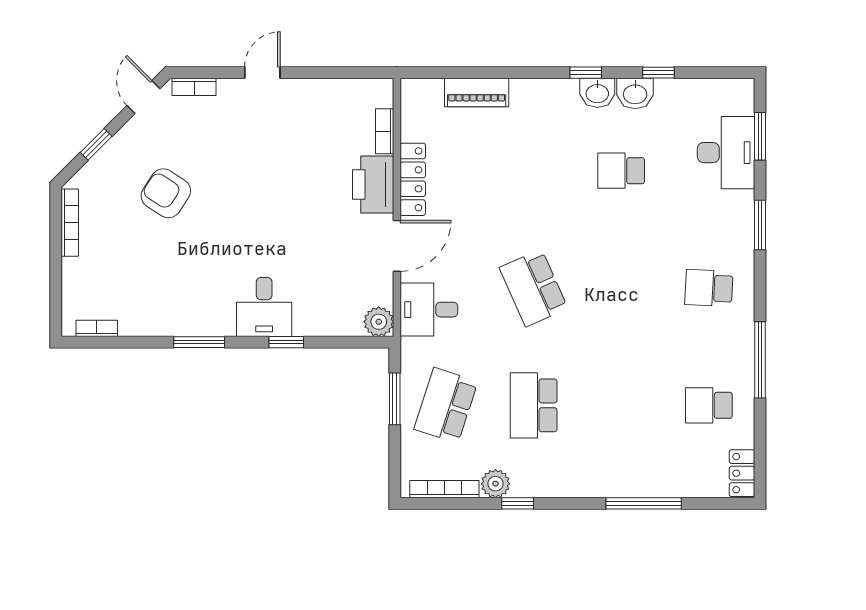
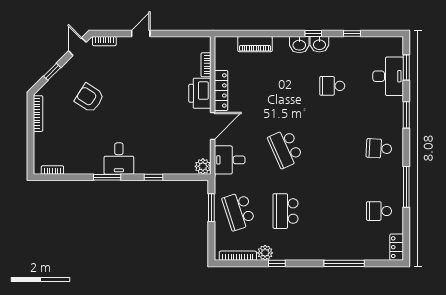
washbasin: (635, 93) -> (299, 45), moved
desk: (264, 307) -> (119, 159), moved
school desk: (446, 405) -> (239, 211), turned -36

